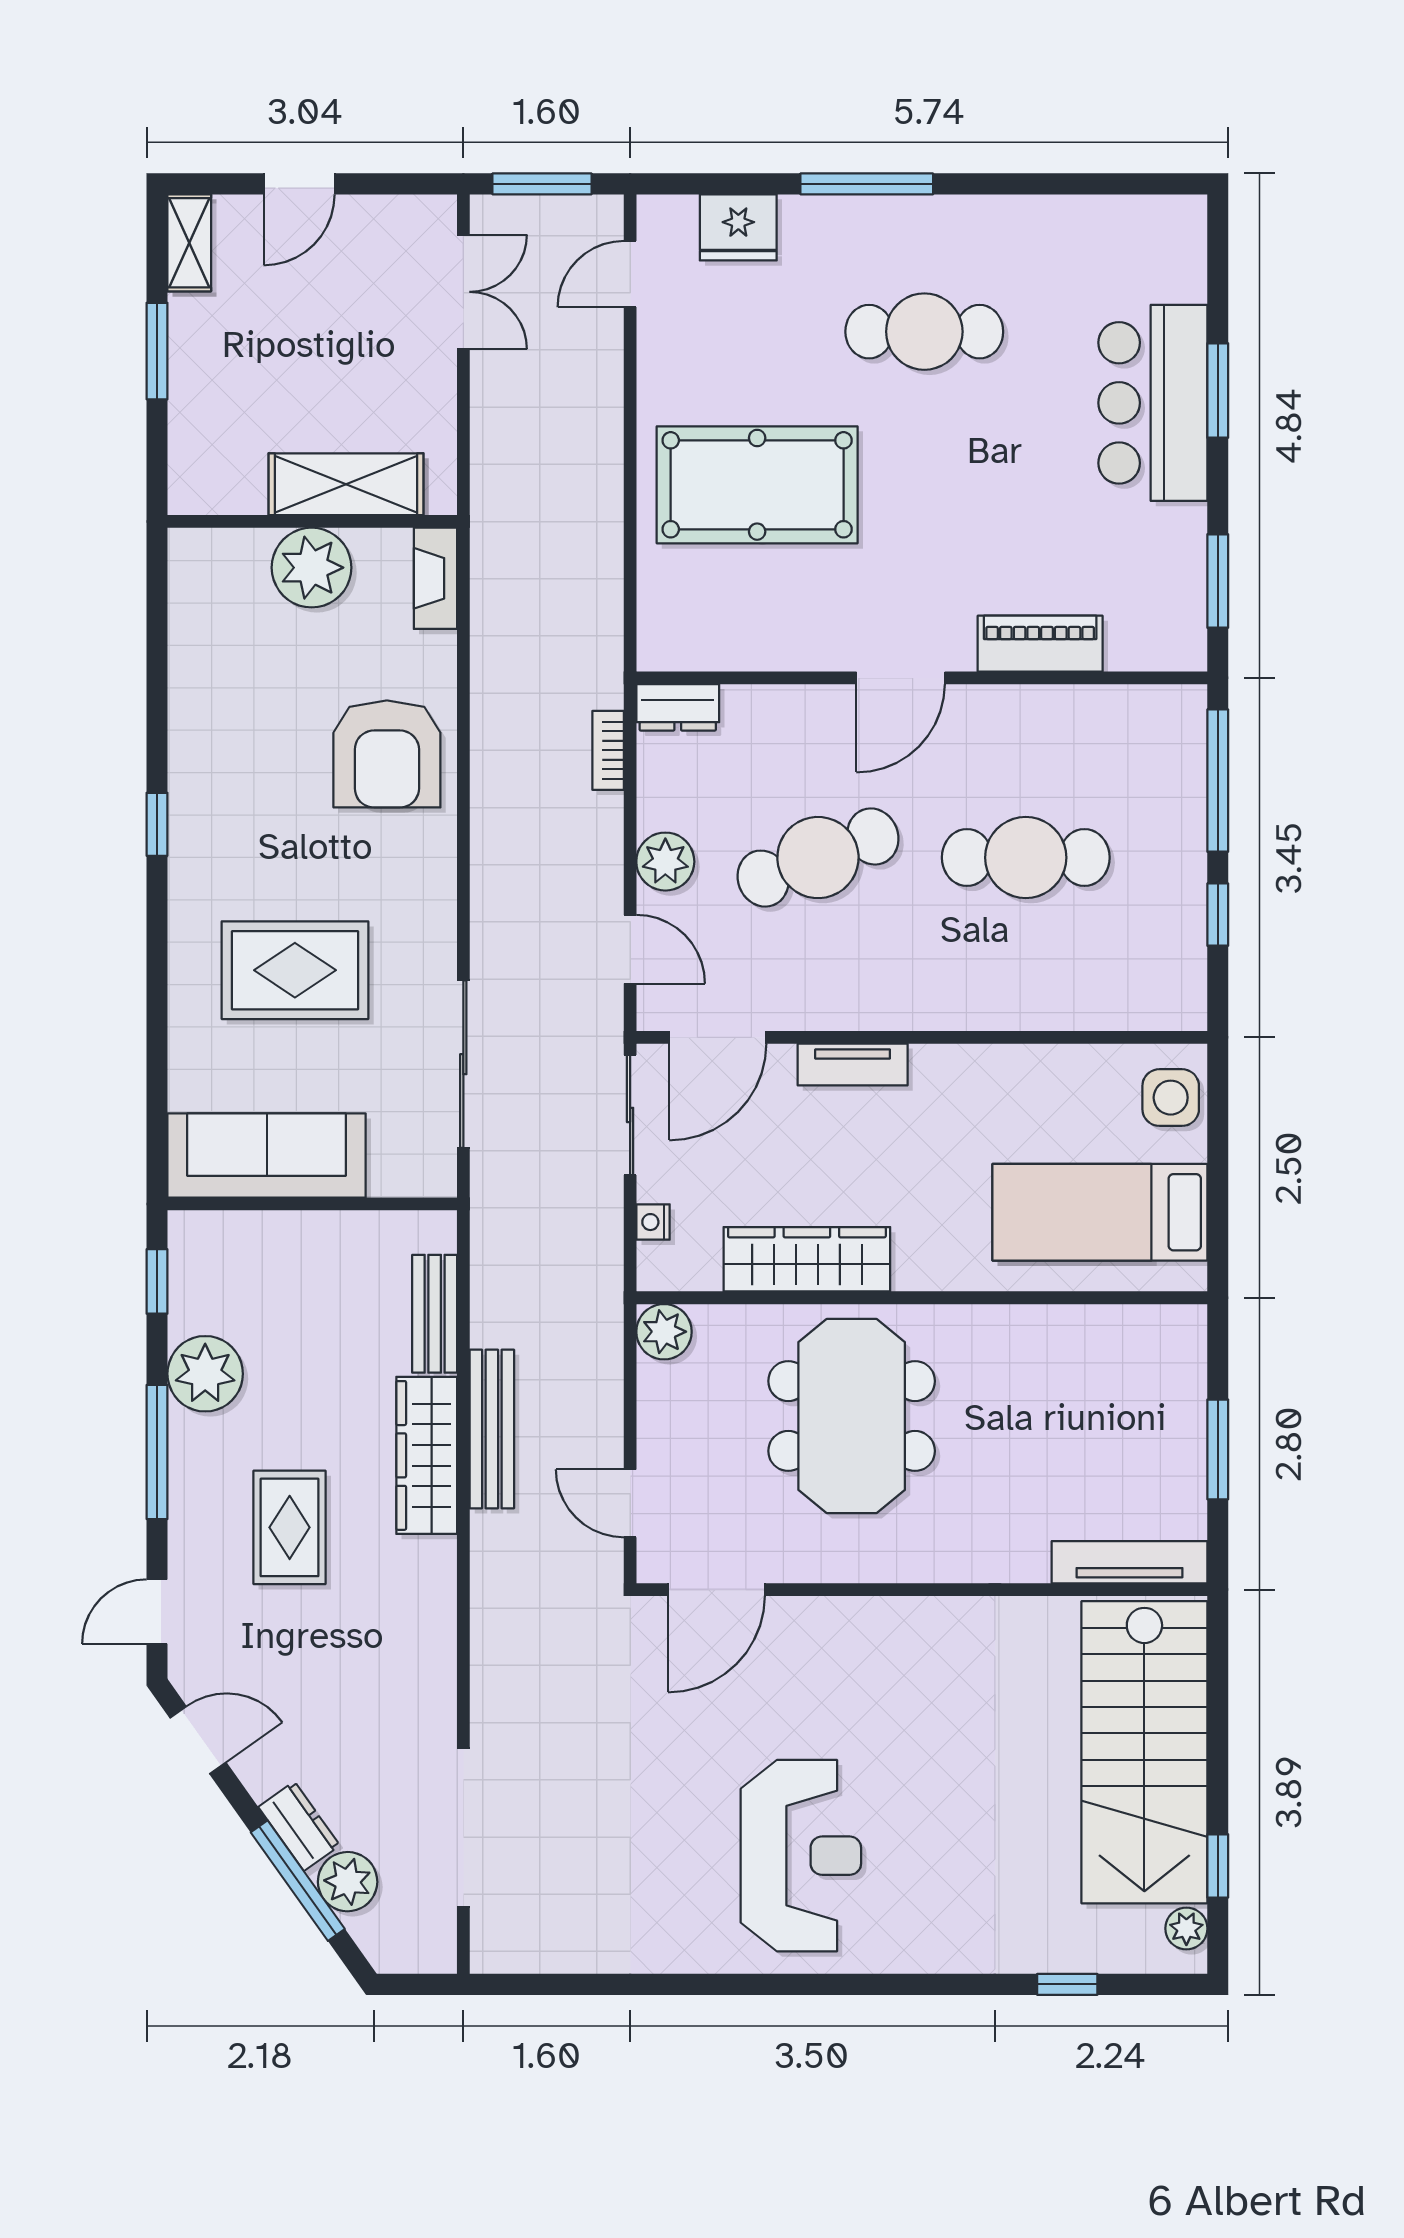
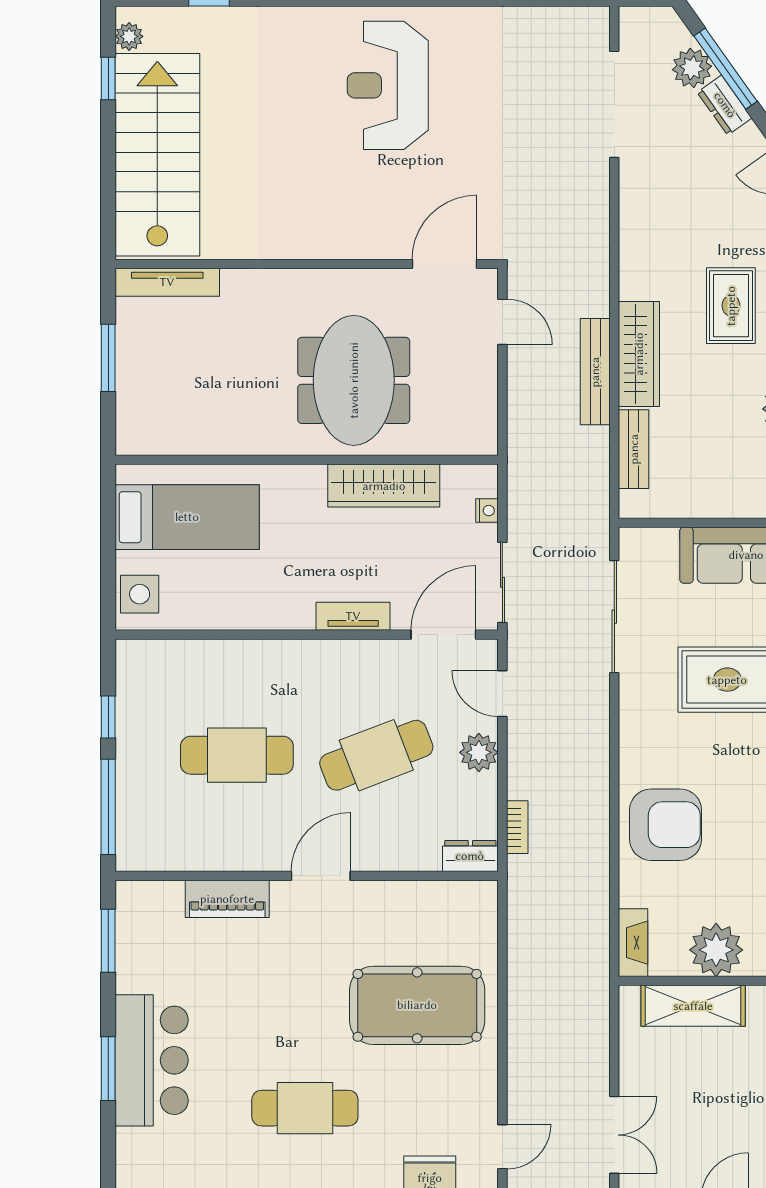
double door: (463, 292) -> (614, 1135), swing flipped
armchair: (387, 754) -> (666, 825), turned 90
plant: (664, 1332) -> (480, 437), removed

